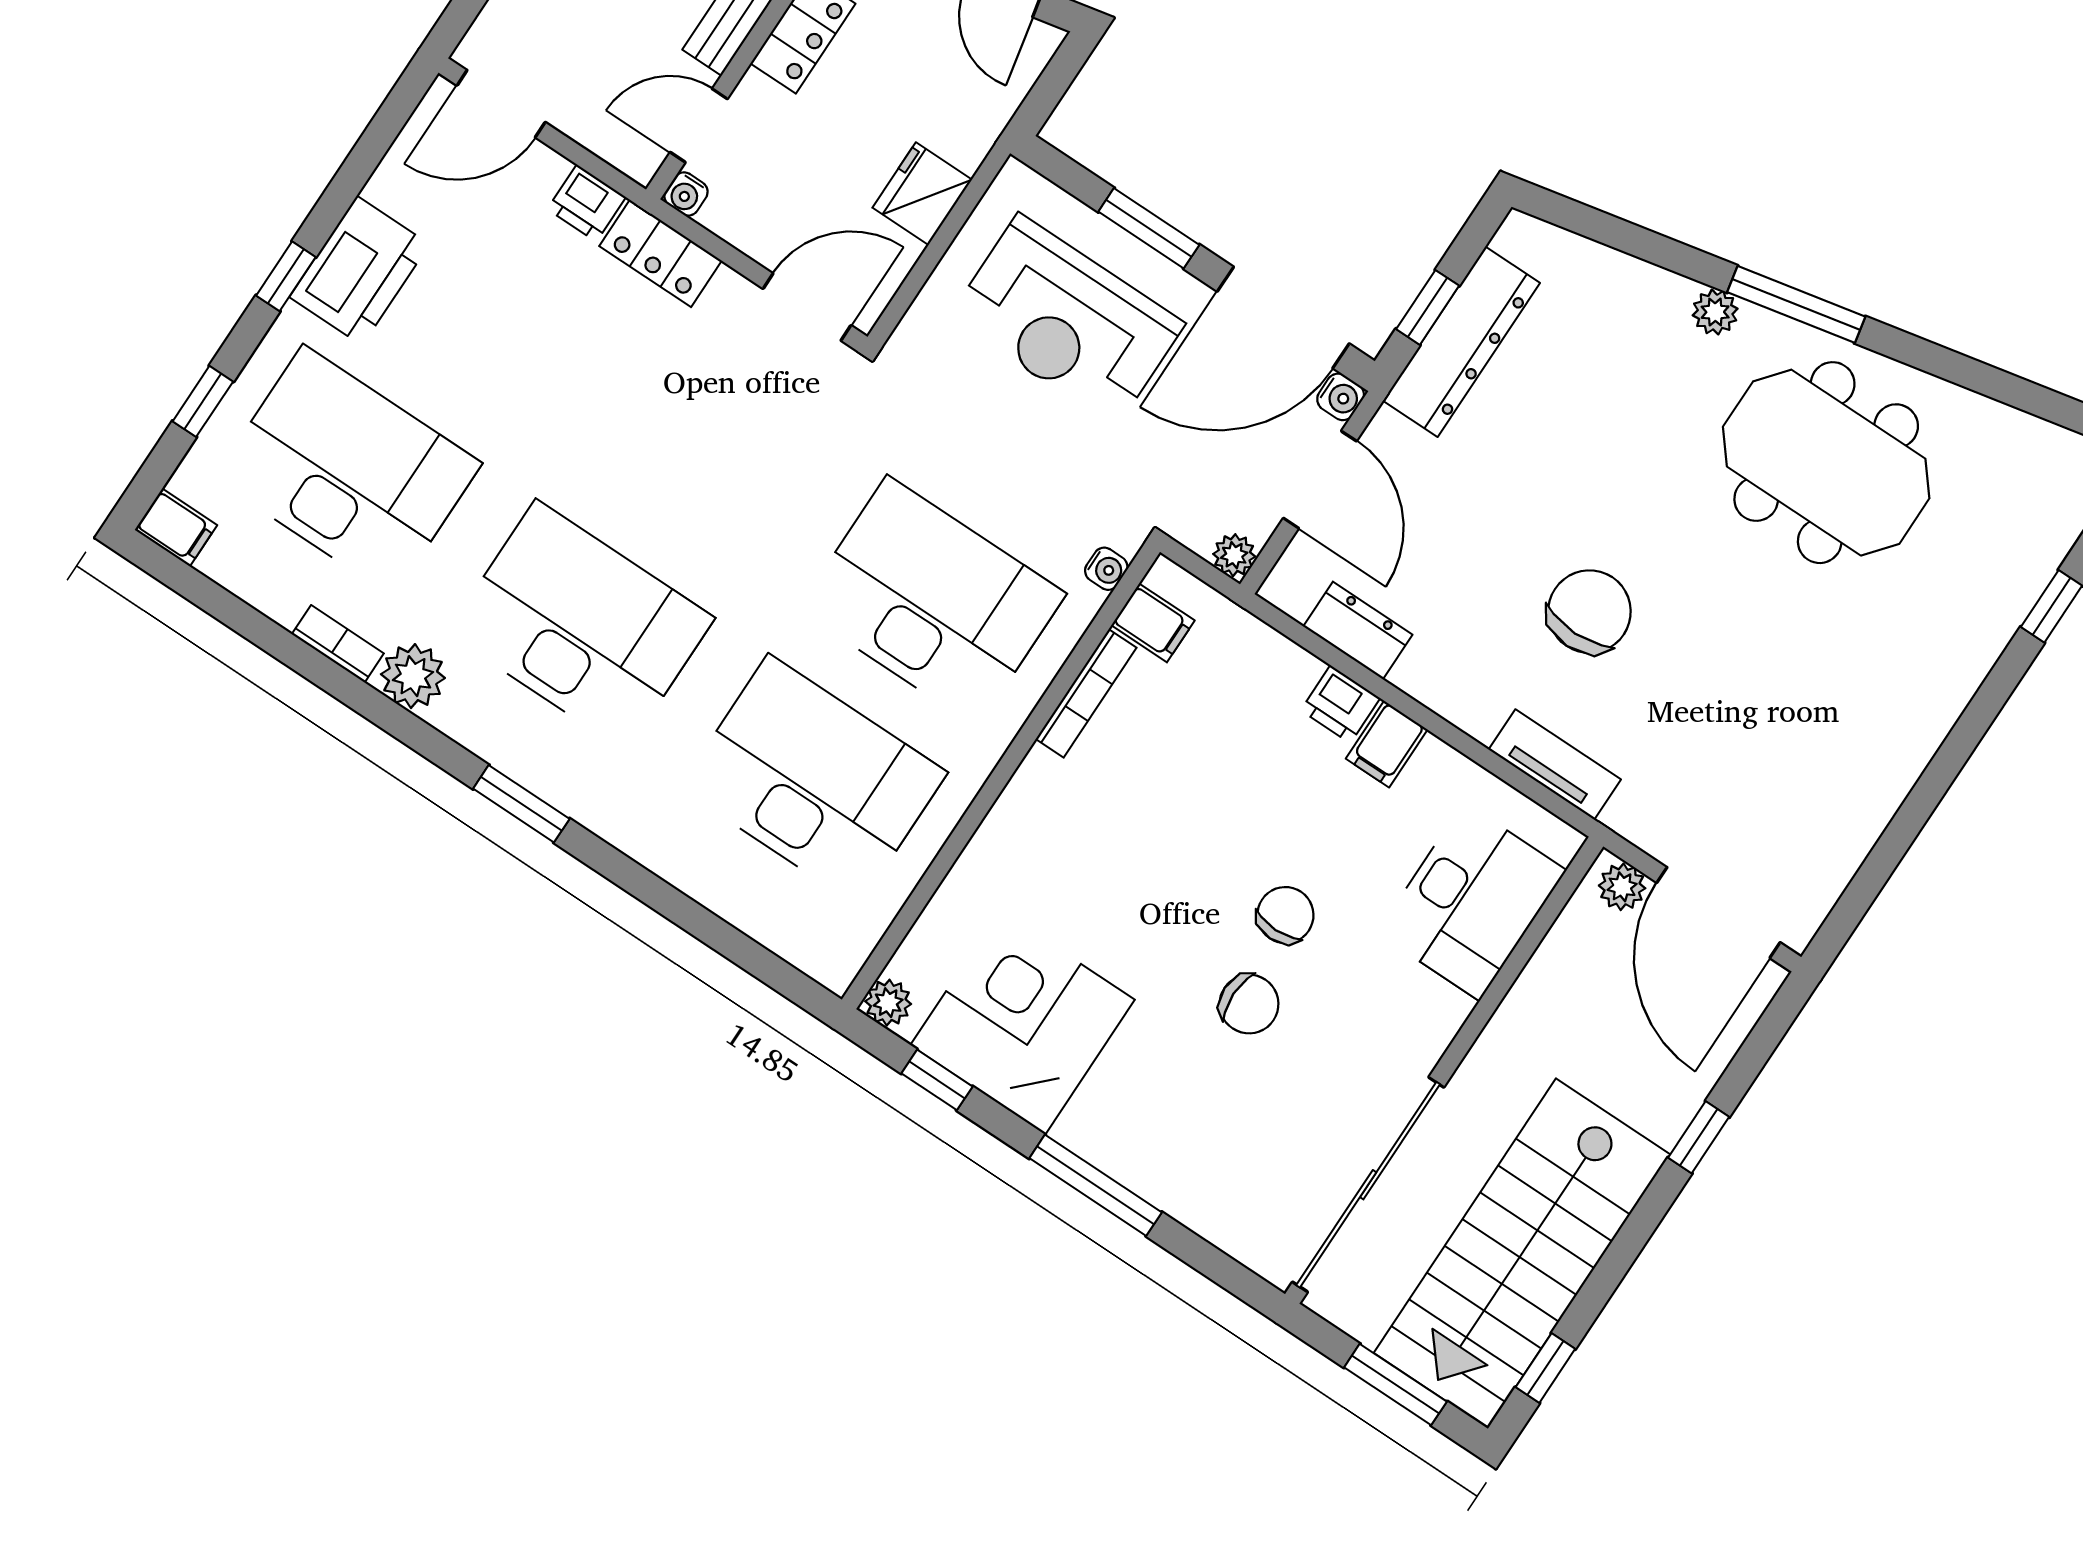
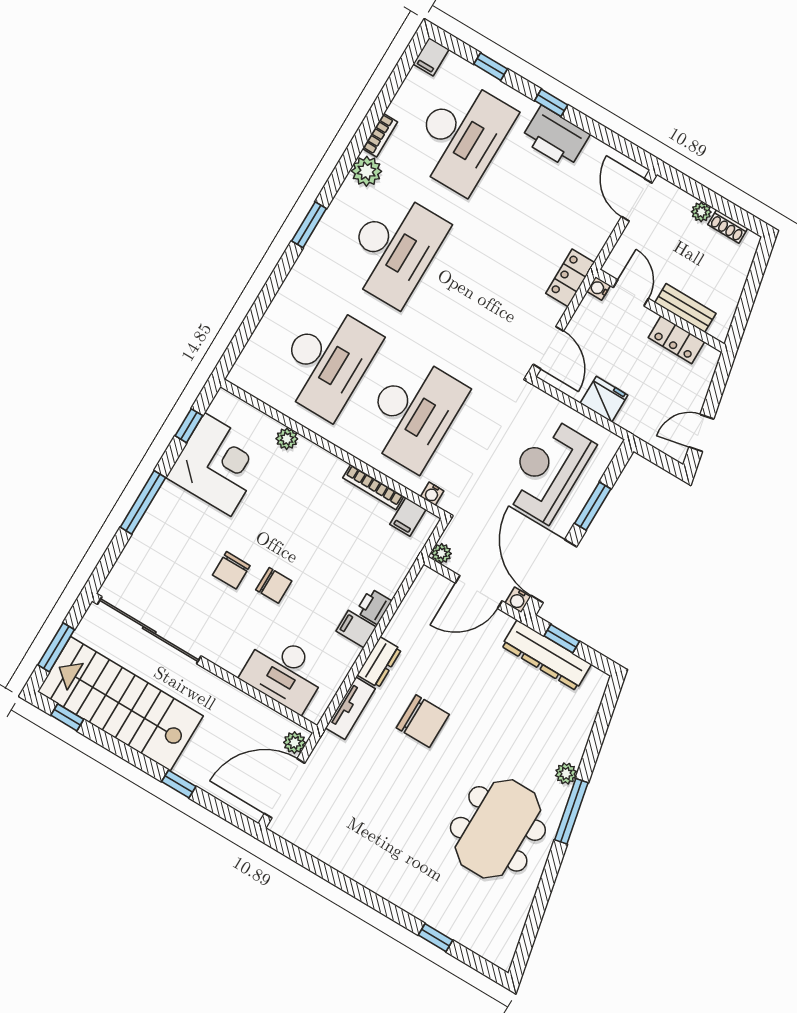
printer: (587, 203) -> (592, 242), removed
dresser: (1358, 630) -> (379, 662), moved
plant: (888, 1003) -> (287, 439), moved

